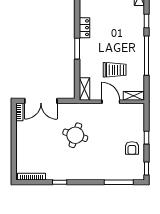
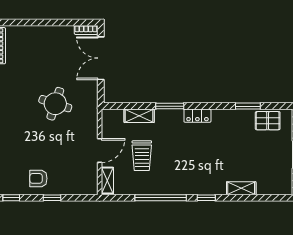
shelving: (84, 89) -> (139, 116), moved

